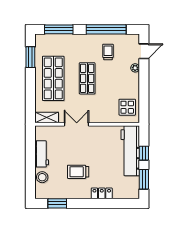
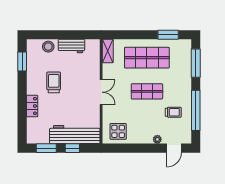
door: (144, 51) -> (174, 148), hinge flipped
double door: (77, 124) -> (101, 92), moved

